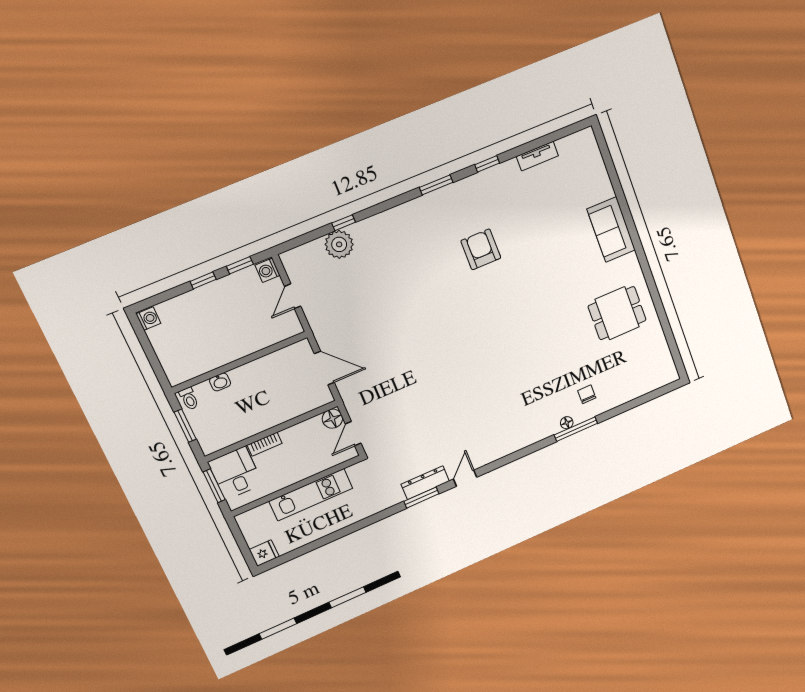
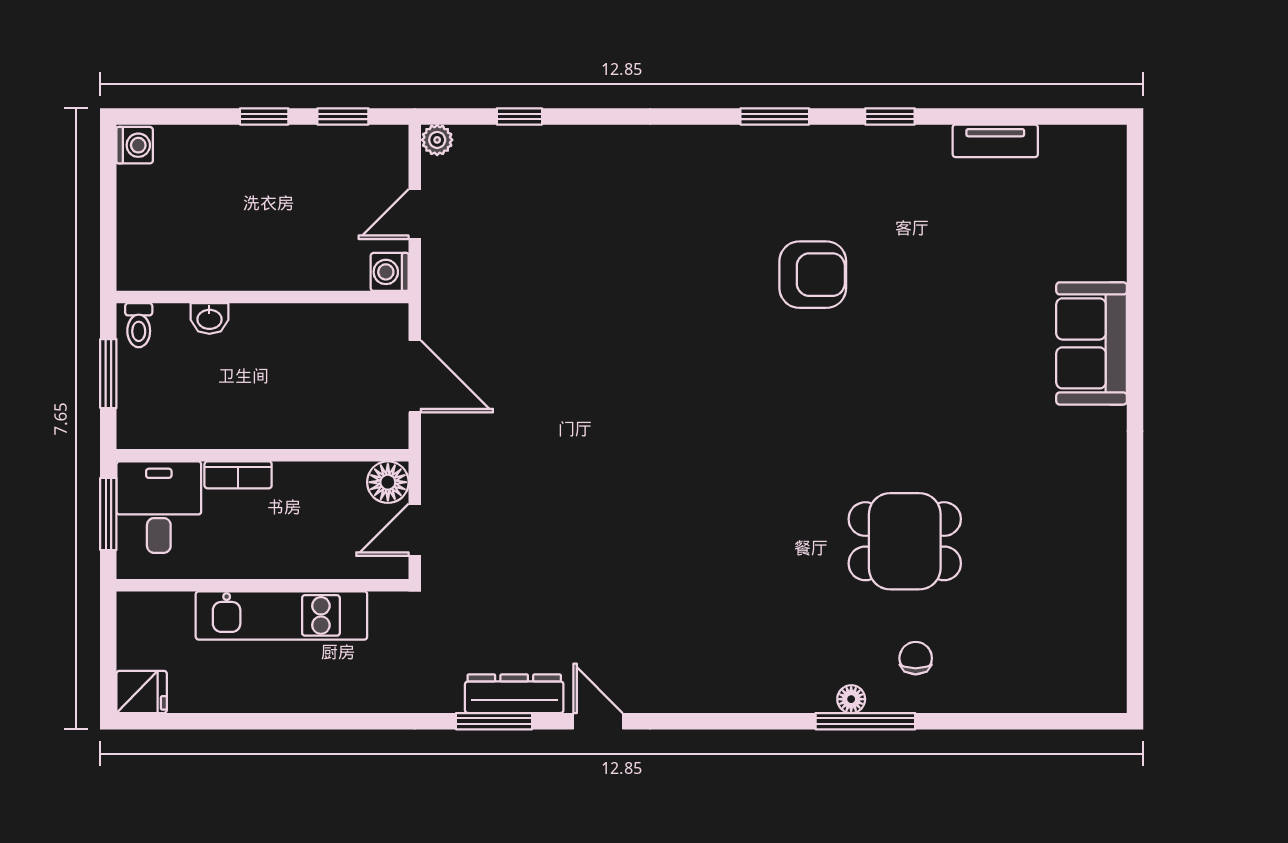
window: (344, 223) -> (519, 116), moved
plant: (339, 244) -> (437, 140), moved, width x0.53, depth x0.53
armchair: (481, 249) -> (813, 275), turned 90
washing machine: (268, 270) -> (390, 272), moved
dining table: (617, 313) -> (905, 541), moved
door: (465, 478) -> (598, 721), hinge flipped

